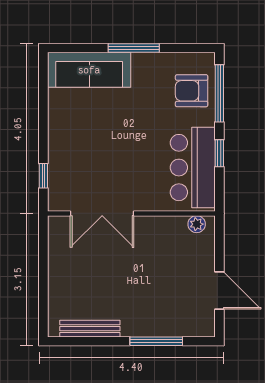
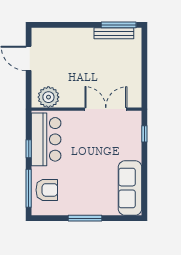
sofa: (89, 70) -> (130, 188), moved, turned -90
plant: (197, 224) -> (48, 97), width x1.88, depth x1.88
window: (156, 341) -> (119, 25), moved

